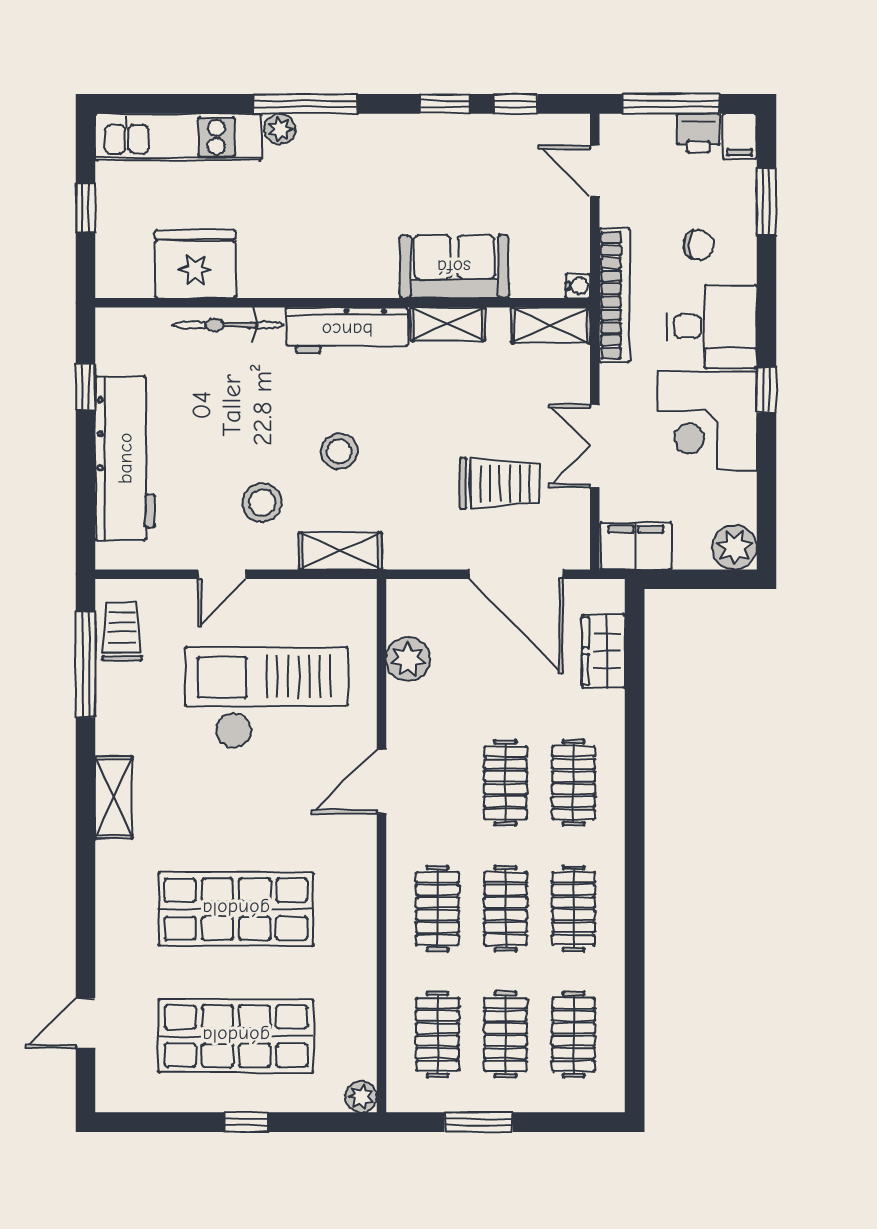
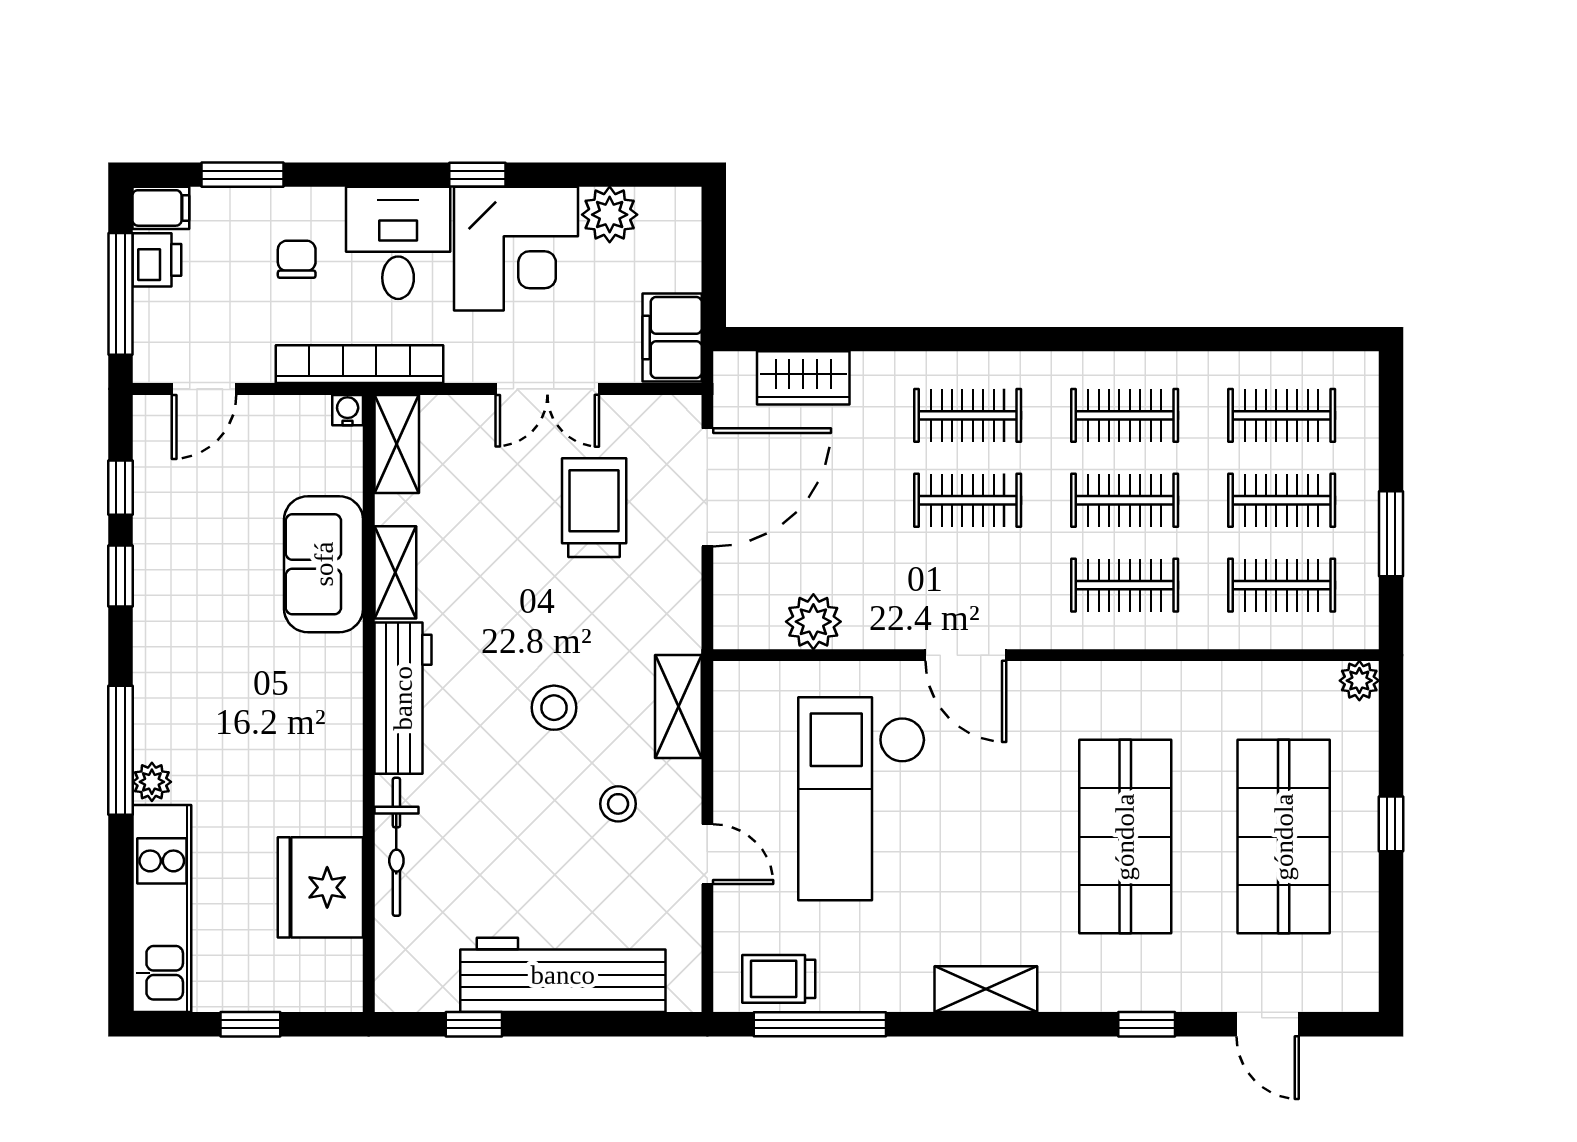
stool: (262, 503) -> (618, 804), width x0.73, depth x0.73
plant: (734, 547) -> (610, 215), moved
window: (86, 926) -> (1147, 1024), added

